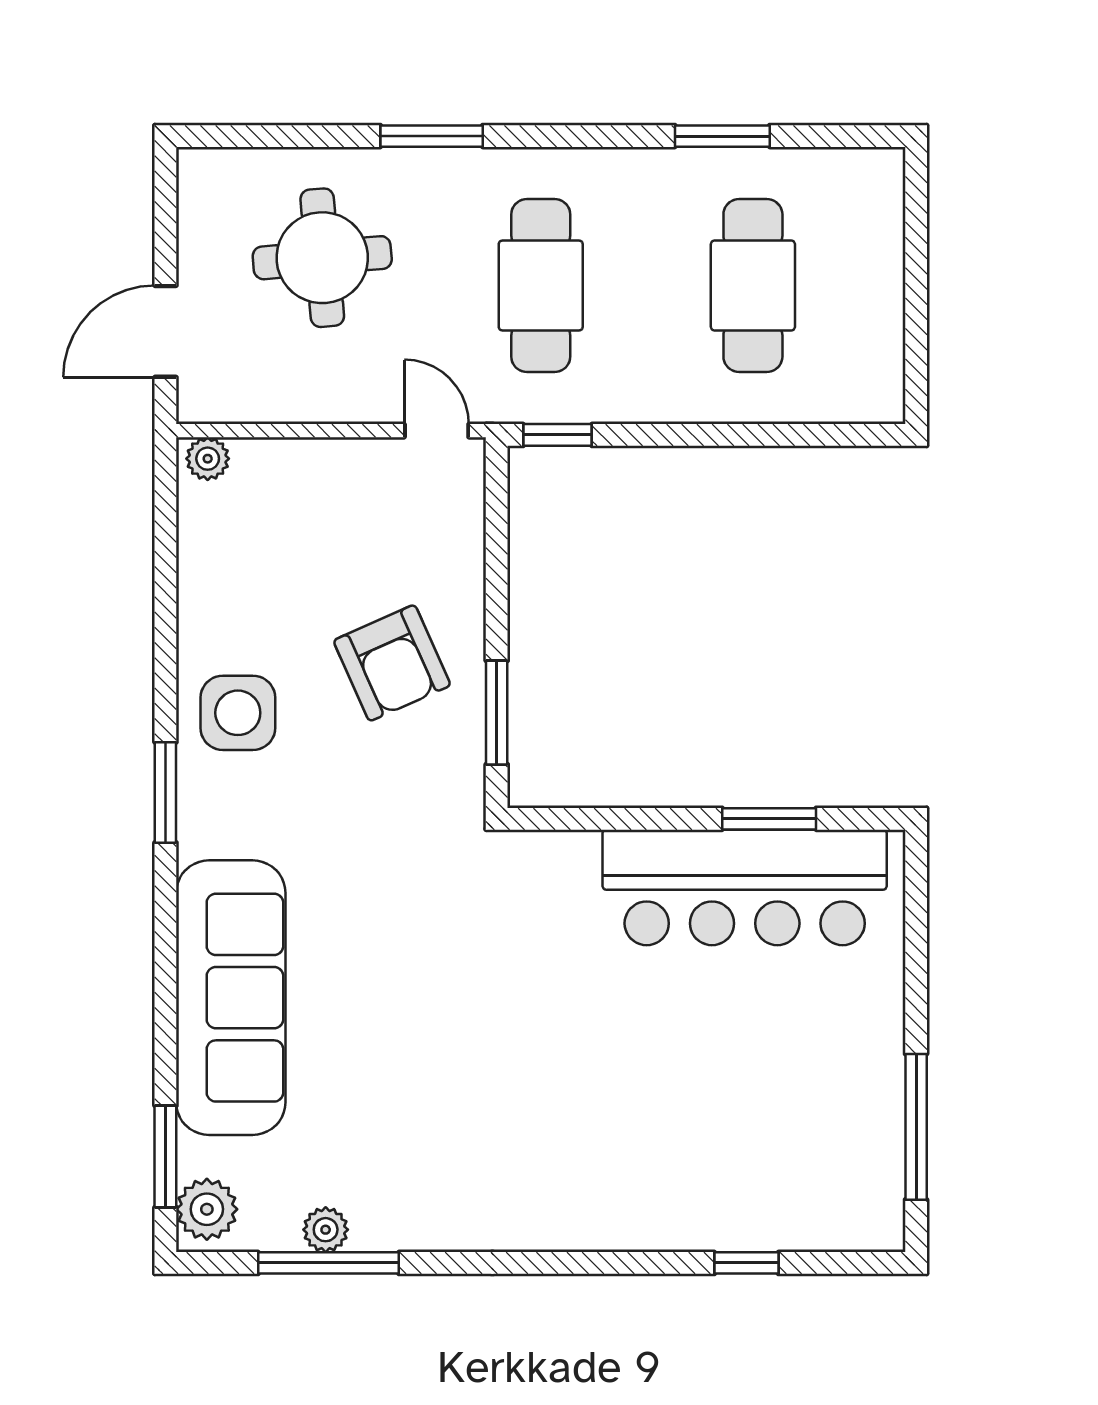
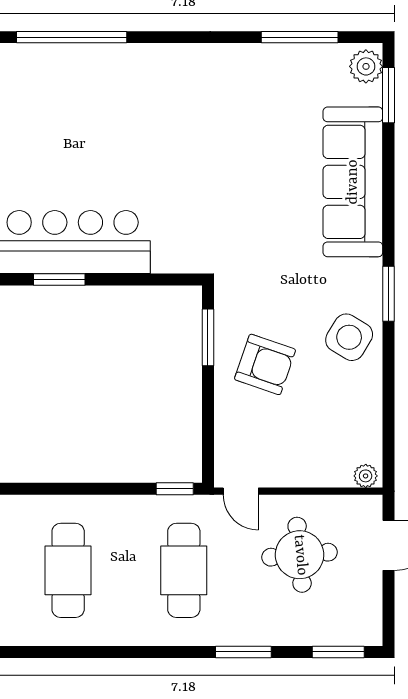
window: (722, 136) -> (338, 652), moved
round table: (322, 258) -> (300, 555), moved
armchair: (392, 663) -> (265, 364), turned 133
side table: (238, 713) -> (349, 337), turned 31
plant: (326, 1230) -> (301, 55), removed
window: (746, 1263) -> (72, 37), width x3.17

